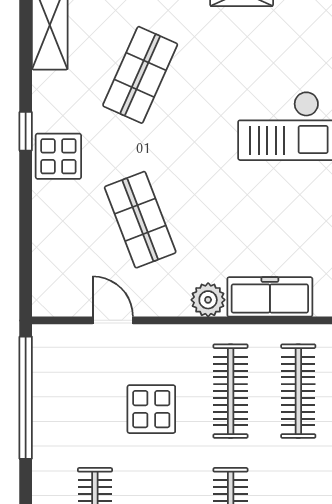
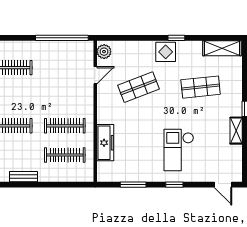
shop shelf: (140, 75) -> (201, 87), turned -30
plant: (208, 300) -> (104, 52), moved
display table: (151, 409) -> (57, 92), removed

